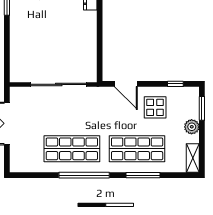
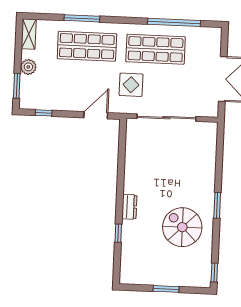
door: (126, 84) -> (96, 115), hinge flipped
display table: (155, 107) -> (131, 85), moved
window: (84, 175) -> (174, 22), moved

